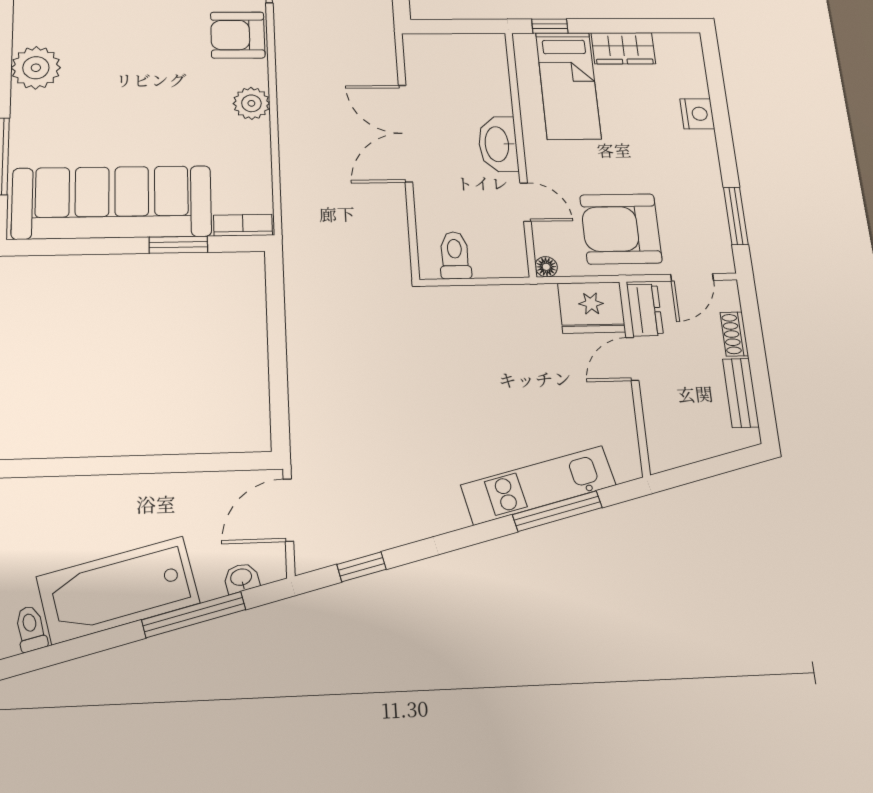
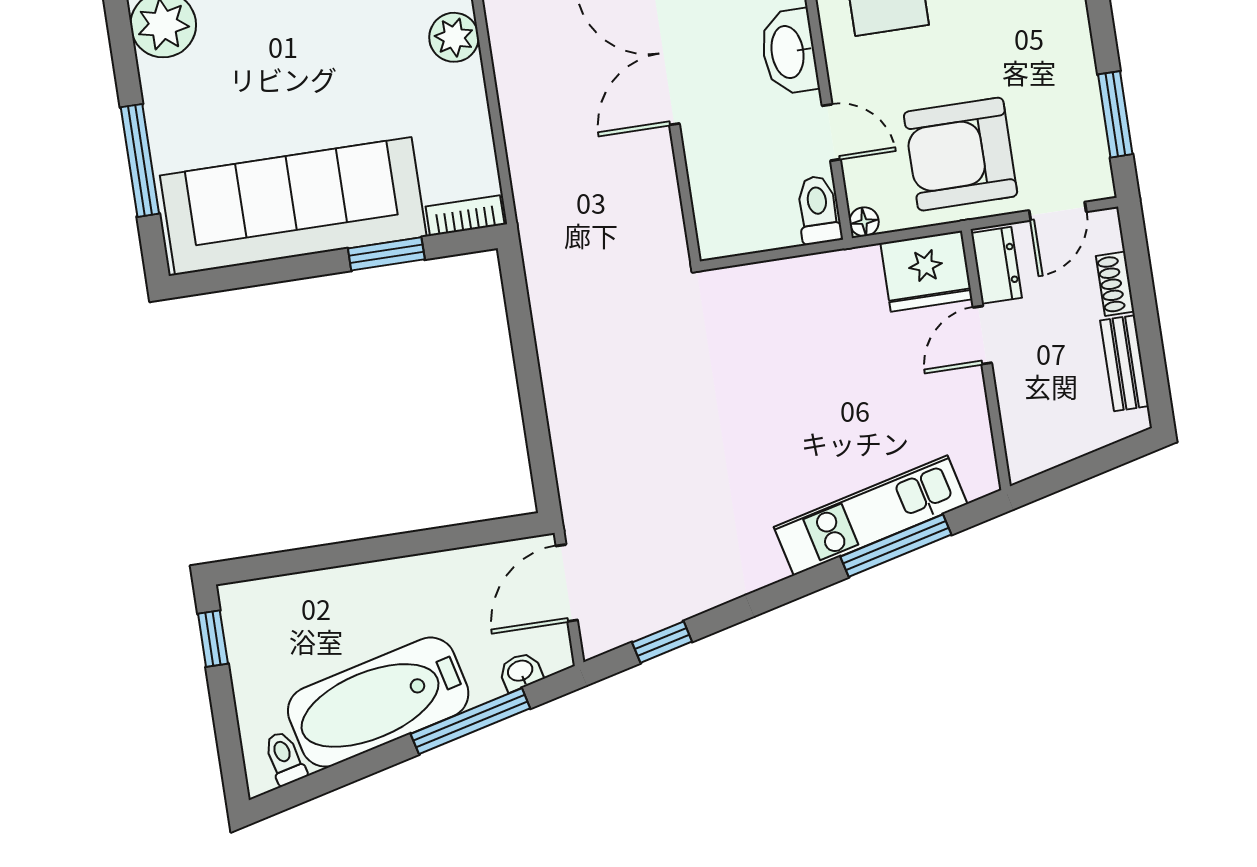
toilet: (455, 255) -> (818, 210), moved

